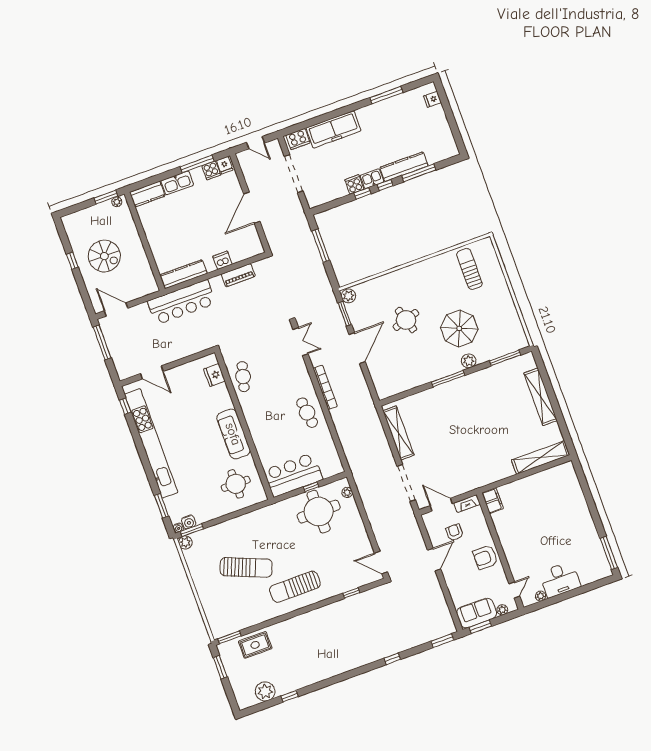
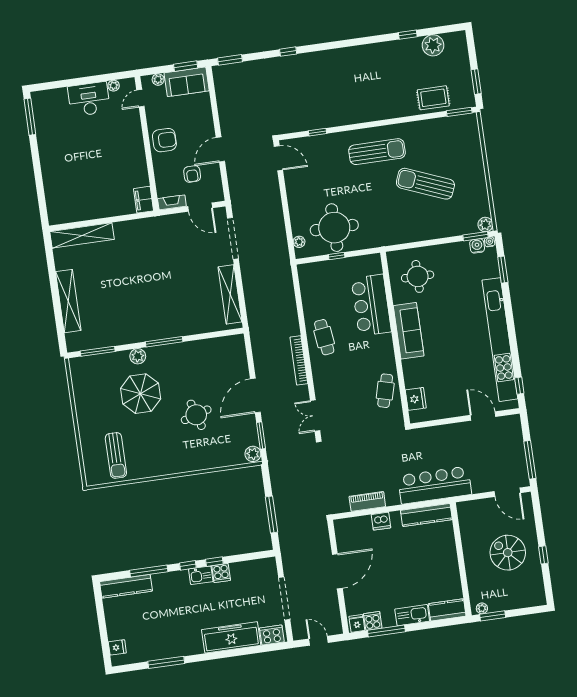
kitchen counter: (404, 167) -> (126, 586), moved
bar counter: (293, 475) -> (371, 305), moved, turned 90

